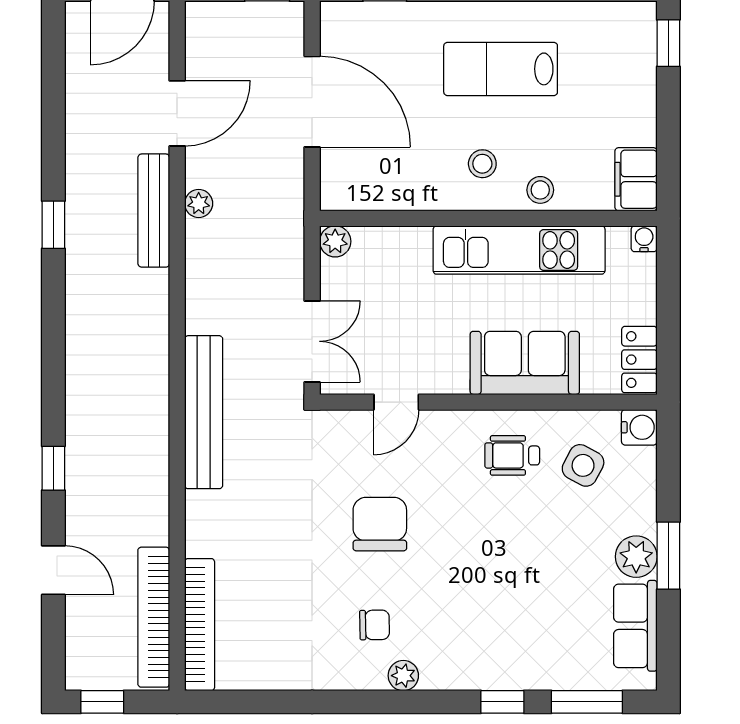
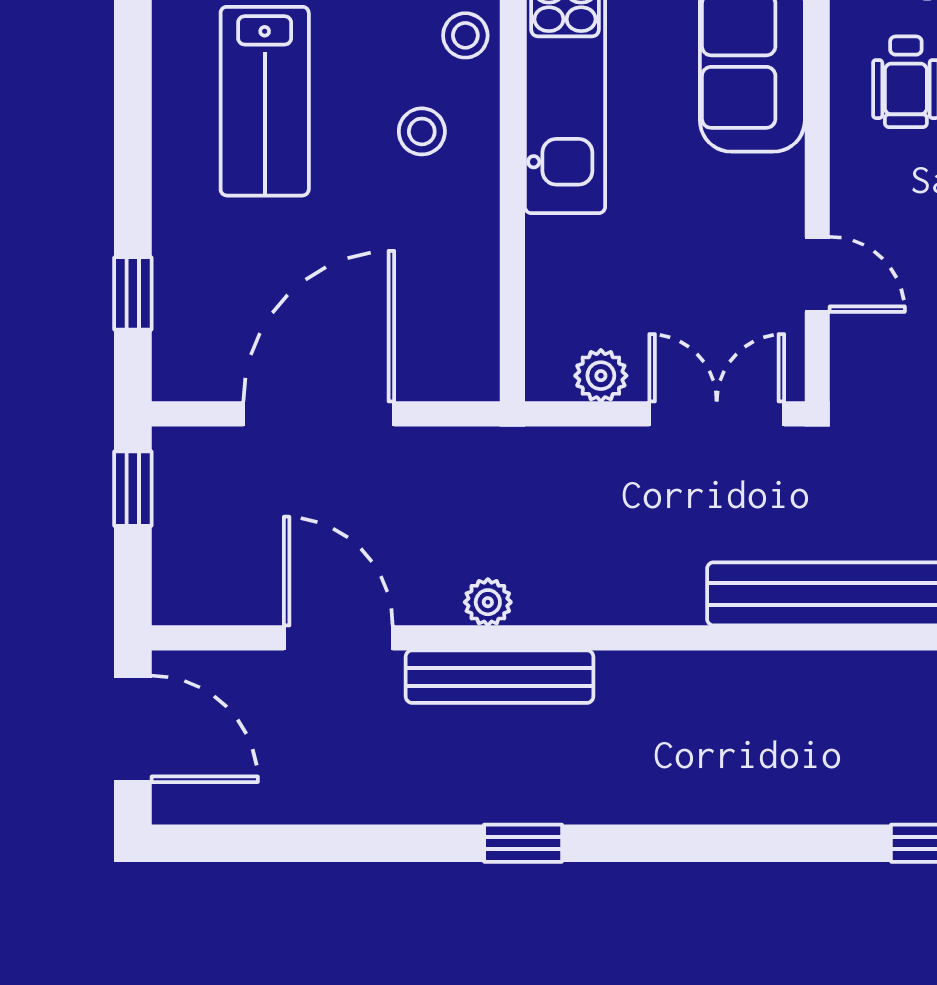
plant: (335, 241) -> (601, 376), moved

